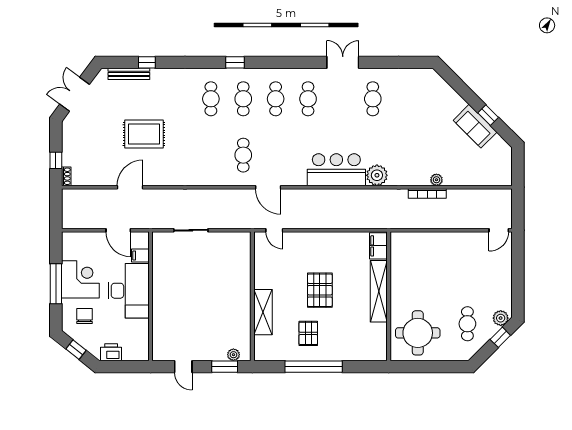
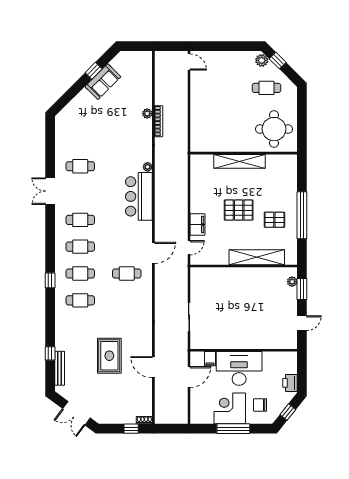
plant: (377, 175) -> (148, 167), width x0.53, depth x0.53
filing cabinet: (378, 246) -> (197, 225), moved, turned -90
shelving: (263, 312) -> (257, 257), width x1.47

